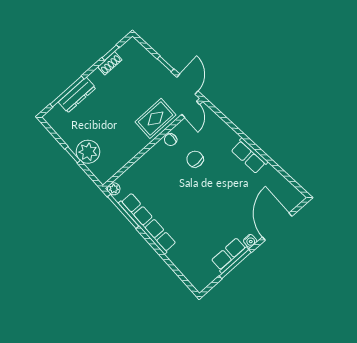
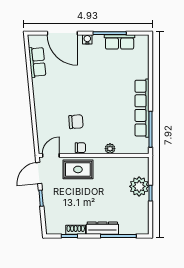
dresser: (77, 95) -> (102, 228), moved
row of seats: (249, 156) -> (37, 62), moved
chair: (195, 159) -> (76, 122), turned -94
plant: (114, 189) -> (110, 149), moved
door: (277, 227) -> (62, 33), hinge flipped
row of seats: (230, 255) -> (120, 42), moved

